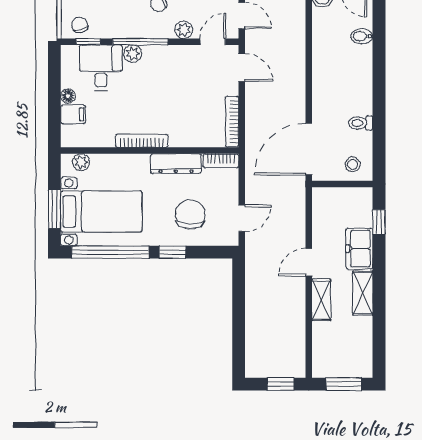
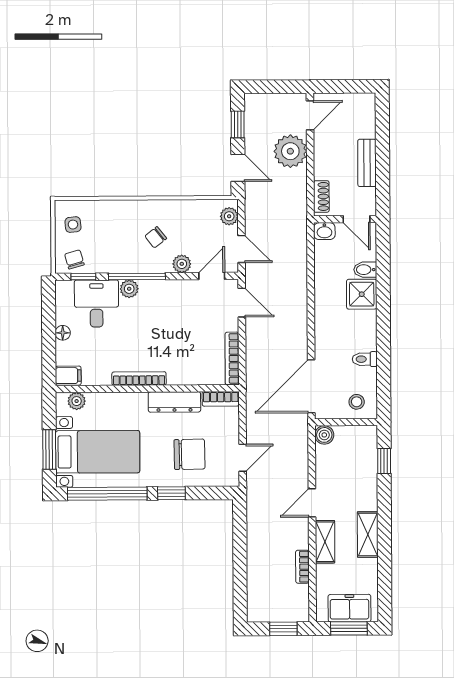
shower: (358, 60) -> (362, 294), added
filing cabinet: (73, 114) -> (68, 376), moved
boiler: (321, 196) -> (324, 435), added
chair: (190, 214) -> (189, 454), turned 88
freezer: (359, 249) -> (349, 608), moved, turned 90
bookcase: (299, 324) -> (302, 567), added

